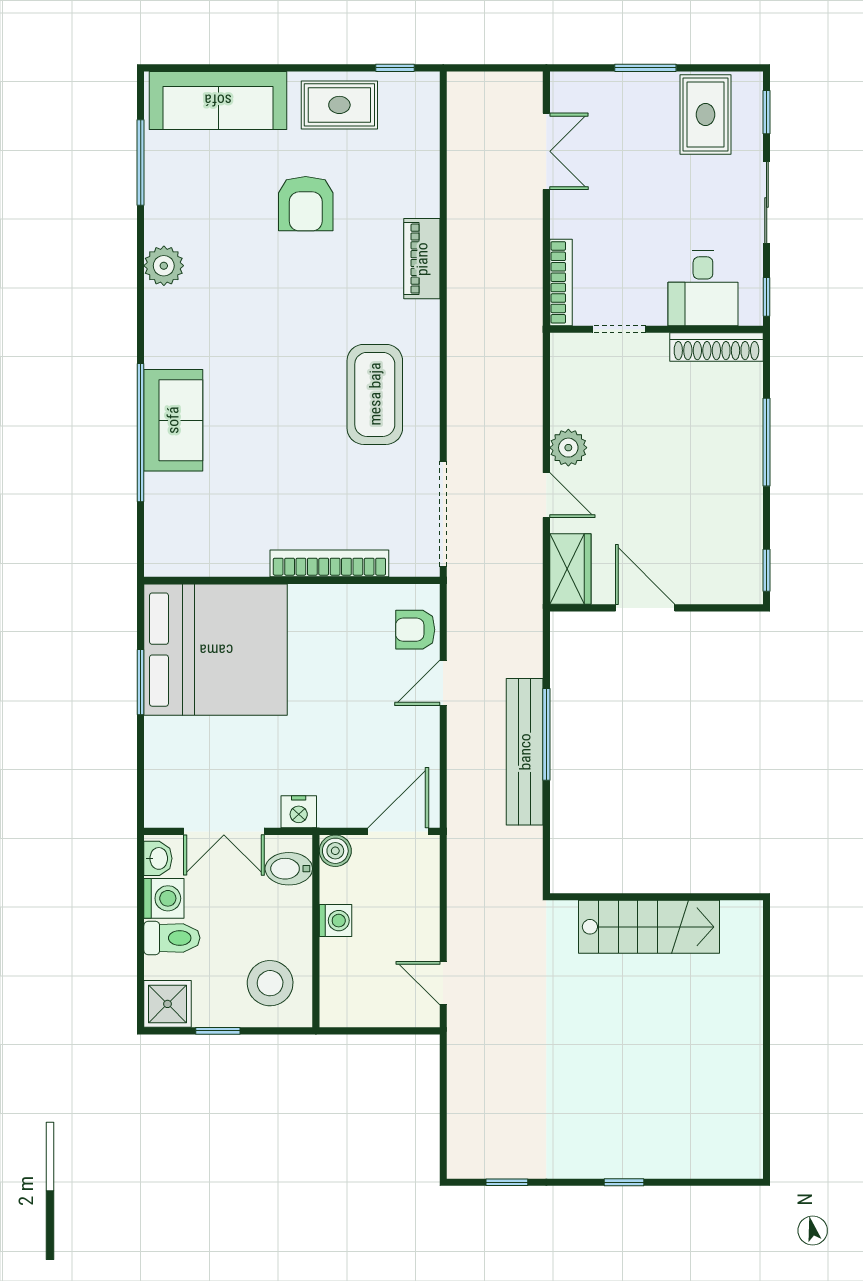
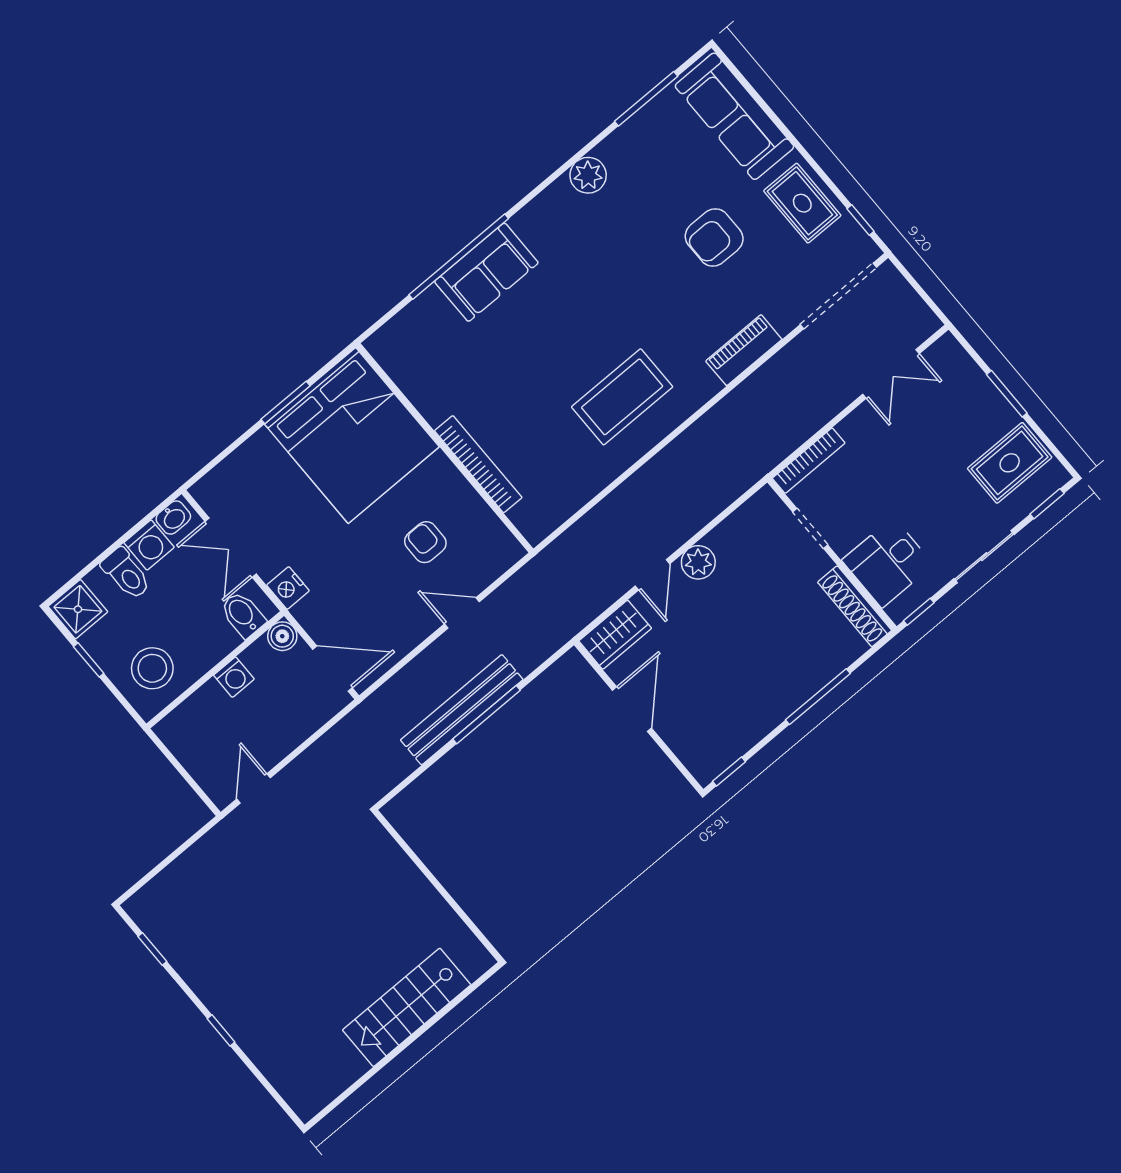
doorway: (443, 514) -> (838, 296), moved
armchair: (415, 630) -> (425, 542), moved
stairs: (649, 927) -> (407, 1007), moved, turned 90

